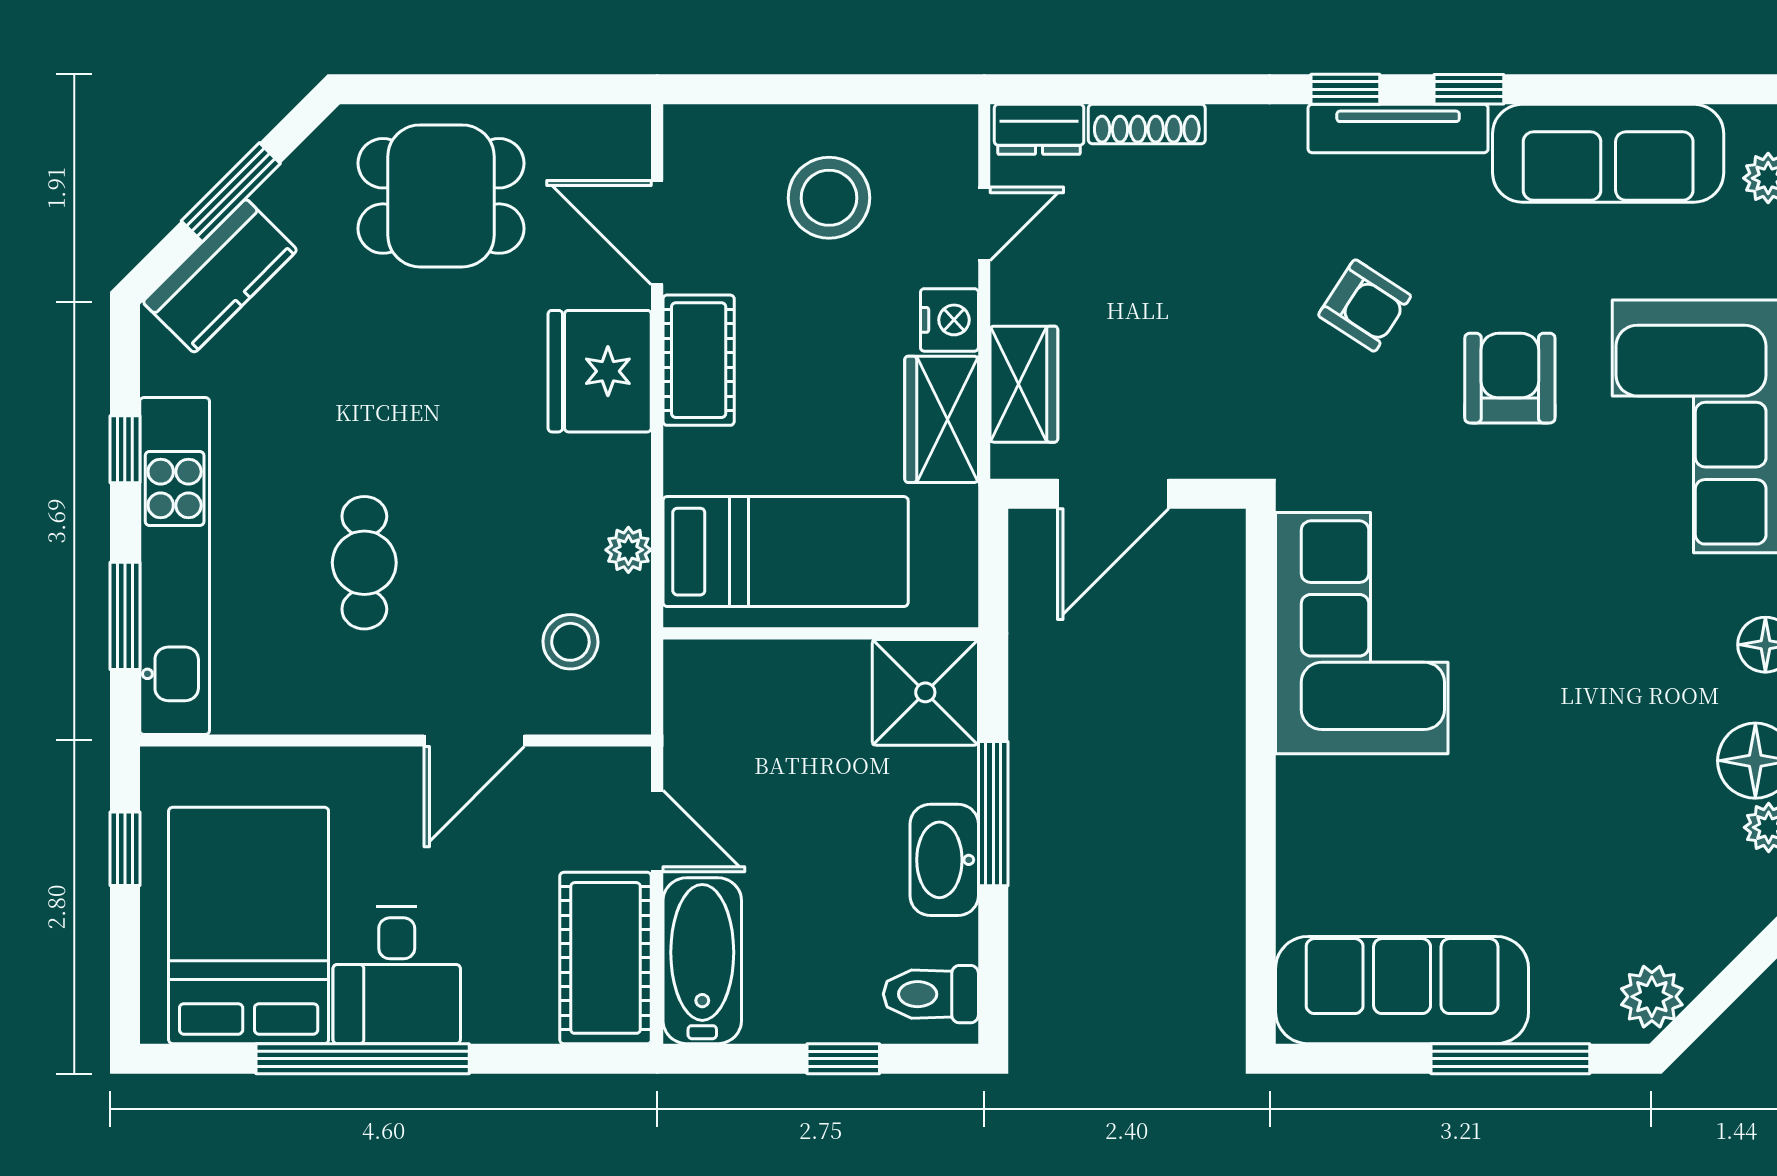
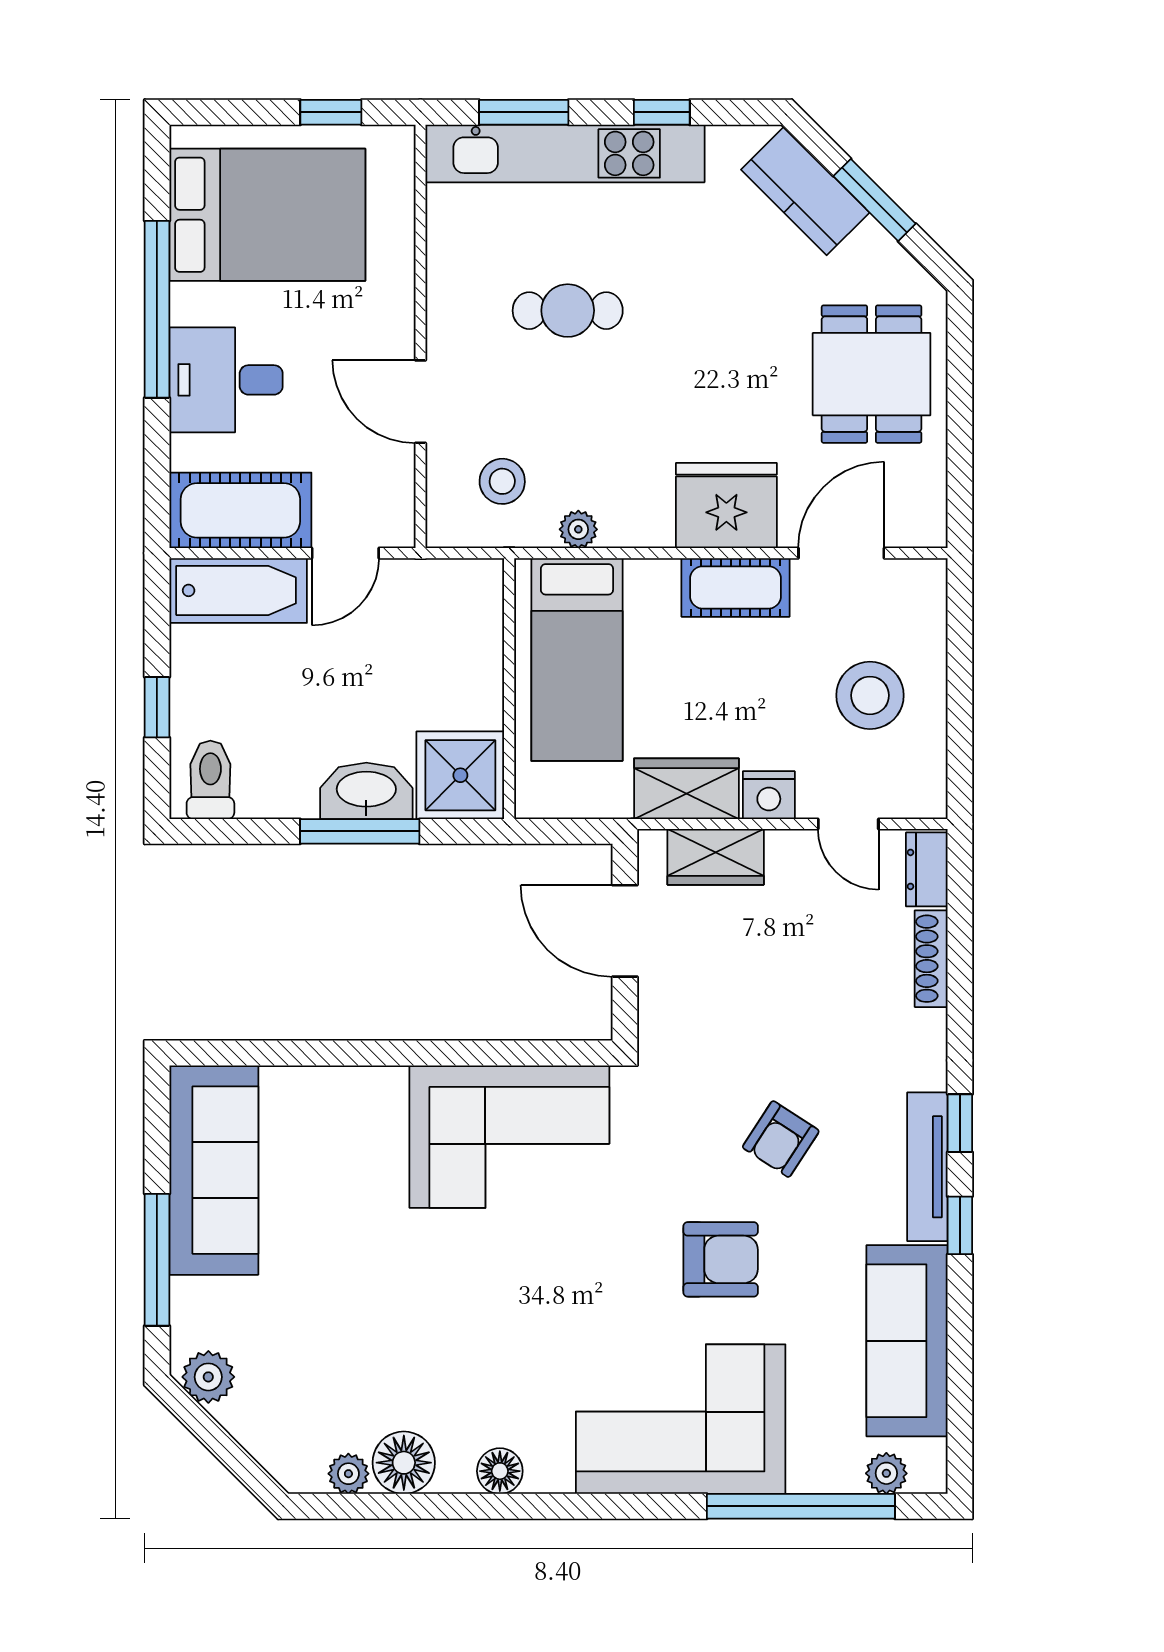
washbasin: (944, 860) -> (366, 791), moved
desk: (397, 975) -> (226, 380), moved

